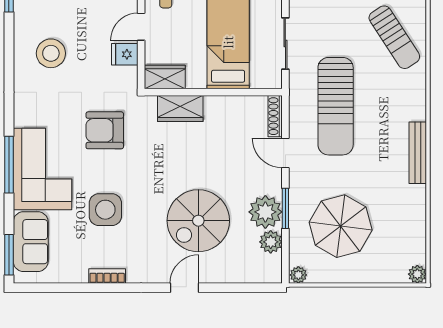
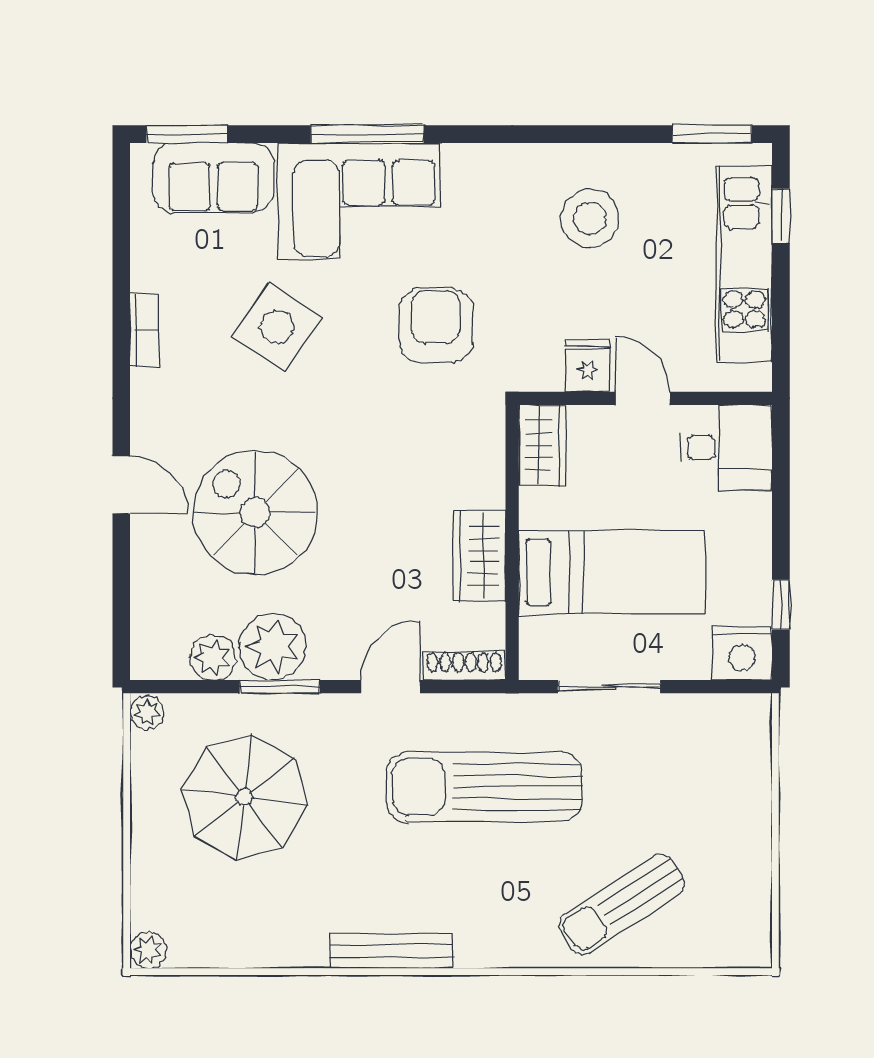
wardrobe: (180, 109) -> (479, 556), moved
side table: (105, 210) -> (277, 327), turned 34

